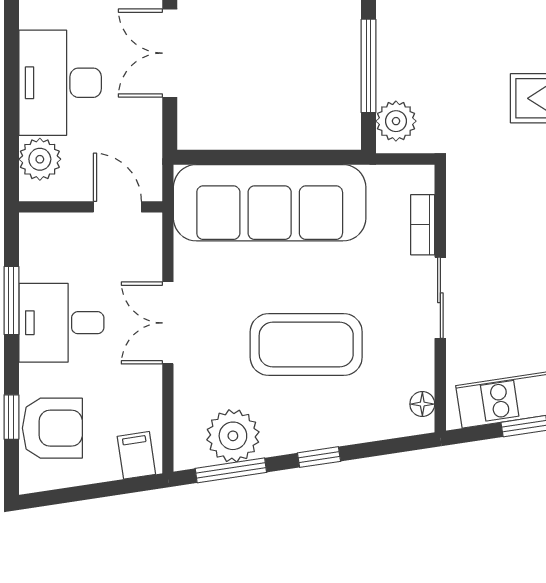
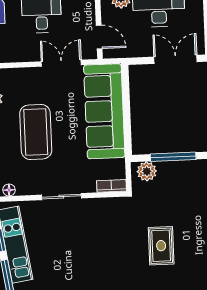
door: (117, 207) -> (99, 37), hinge flipped
bookcase: (423, 225) -> (111, 186), moved
double door: (168, 323) -> (61, 63), moved

